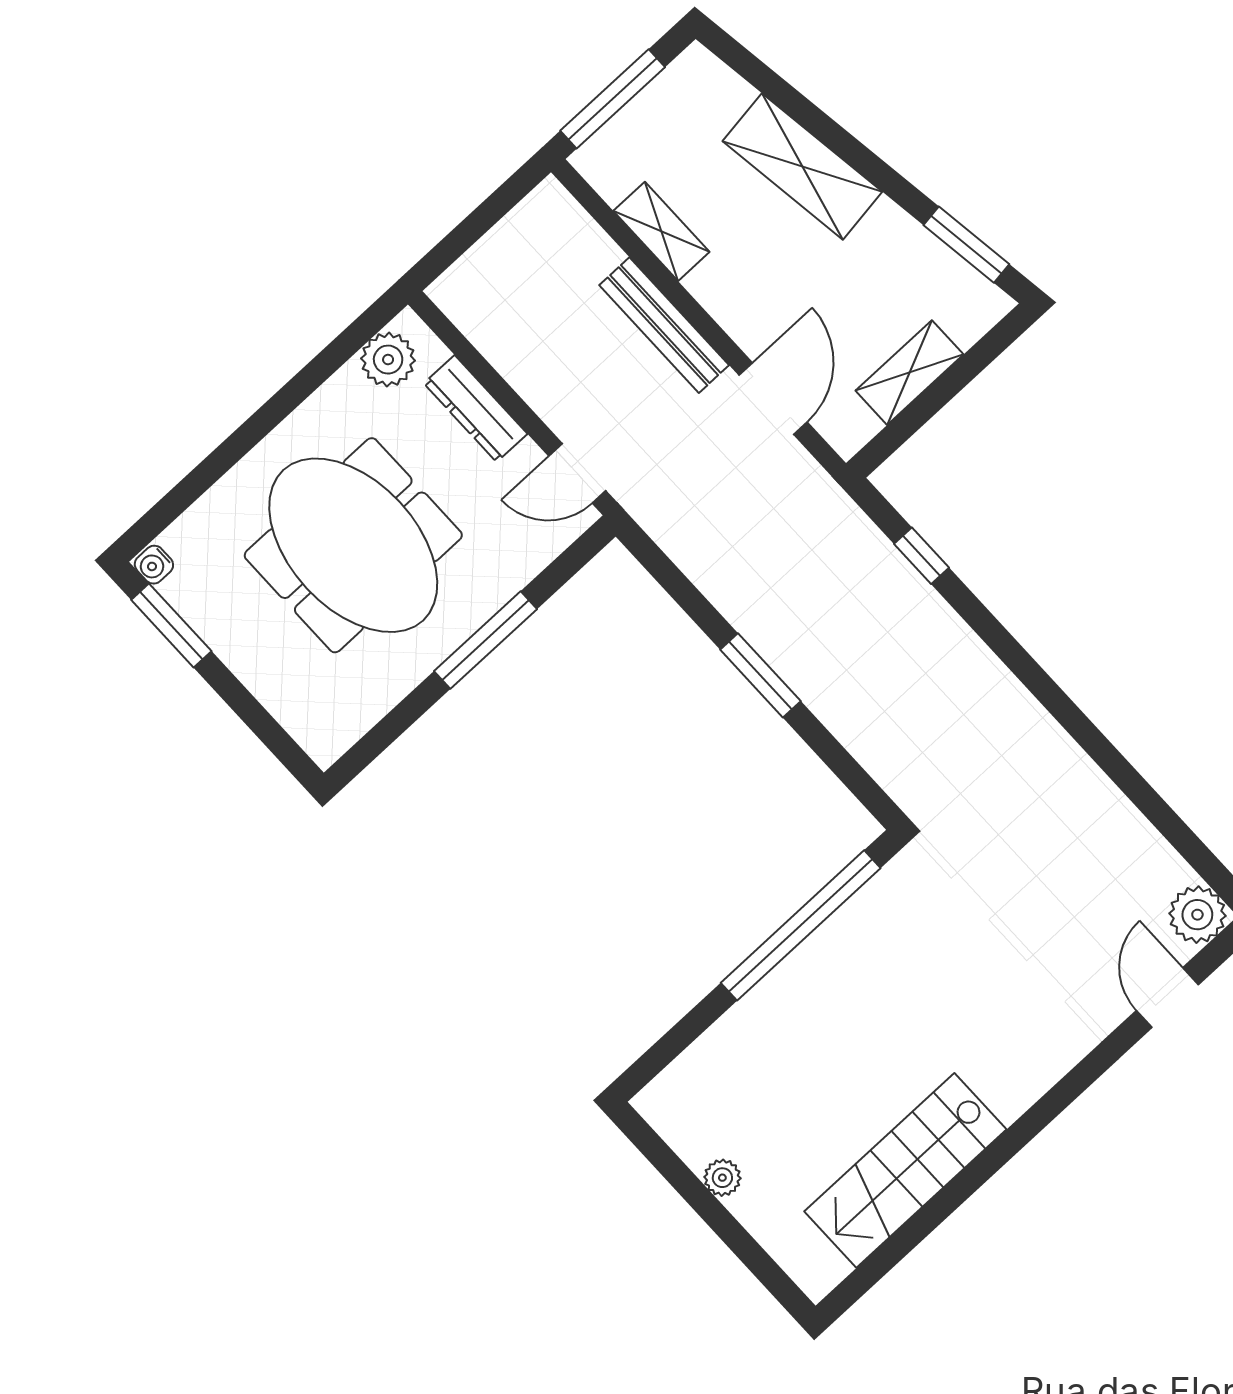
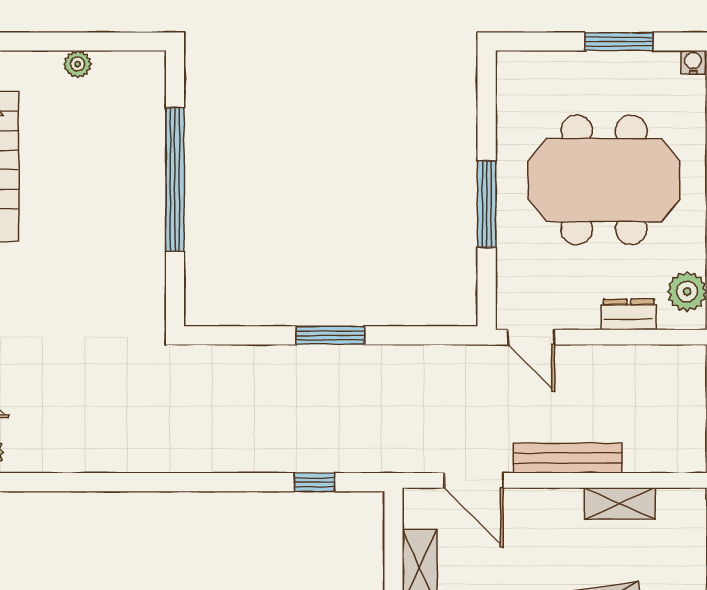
dresser: (476, 409) -> (629, 314), width x0.70
door: (577, 473) -> (531, 337), swing flipped
window: (171, 626) -> (619, 42), moved
window: (801, 925) -> (175, 180), moved

